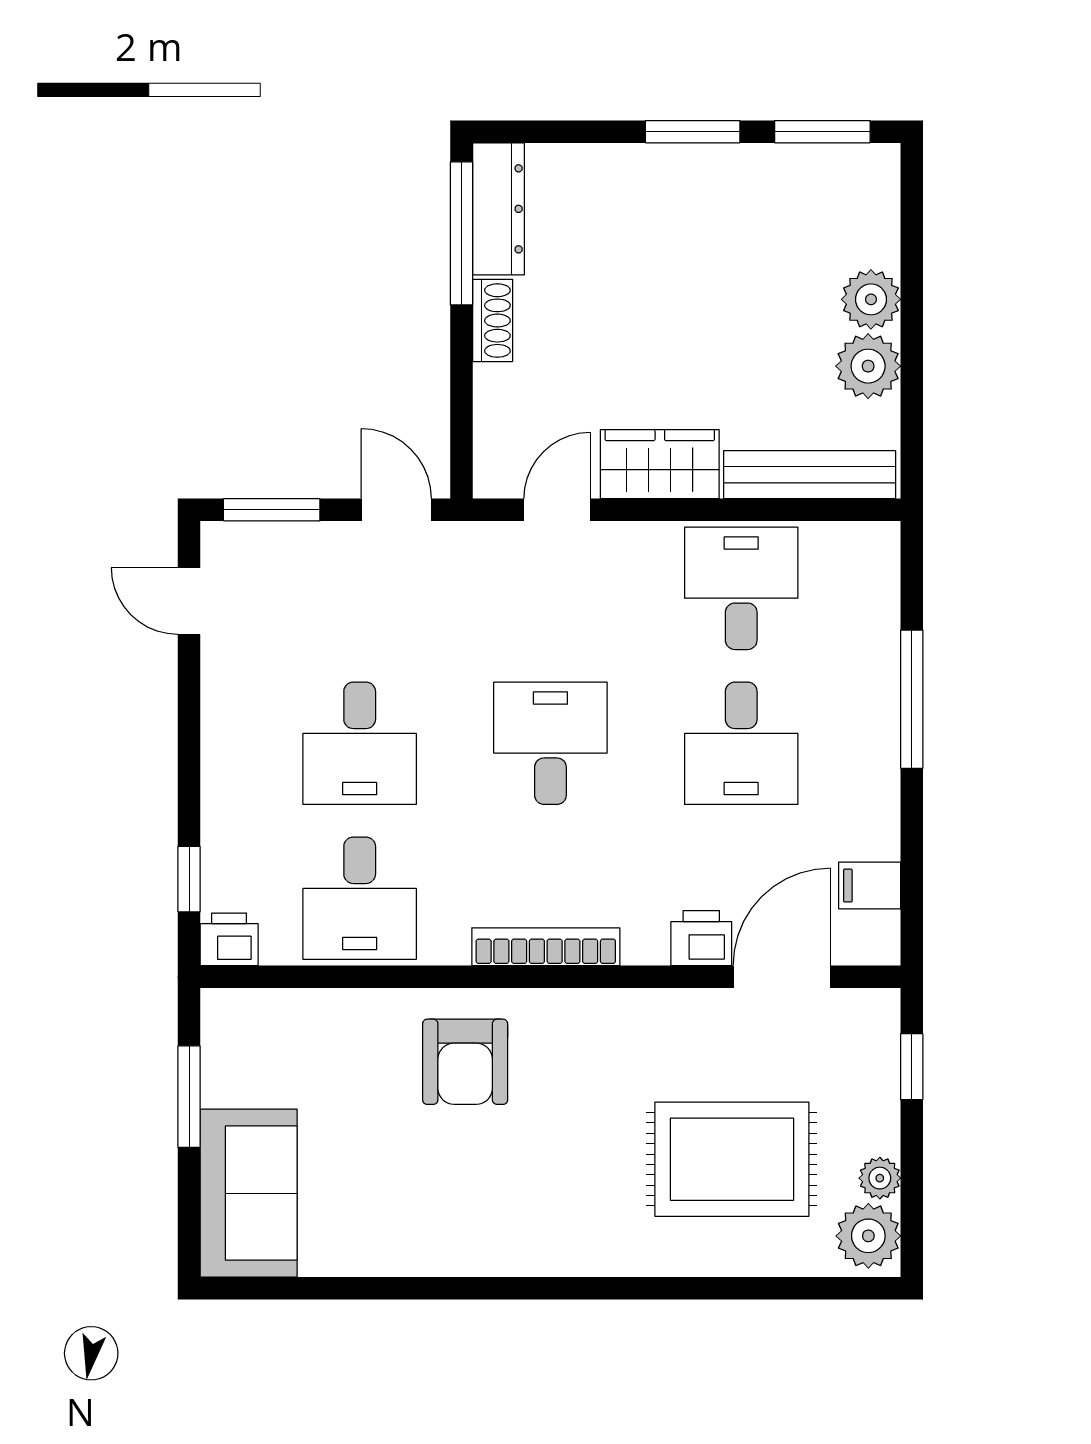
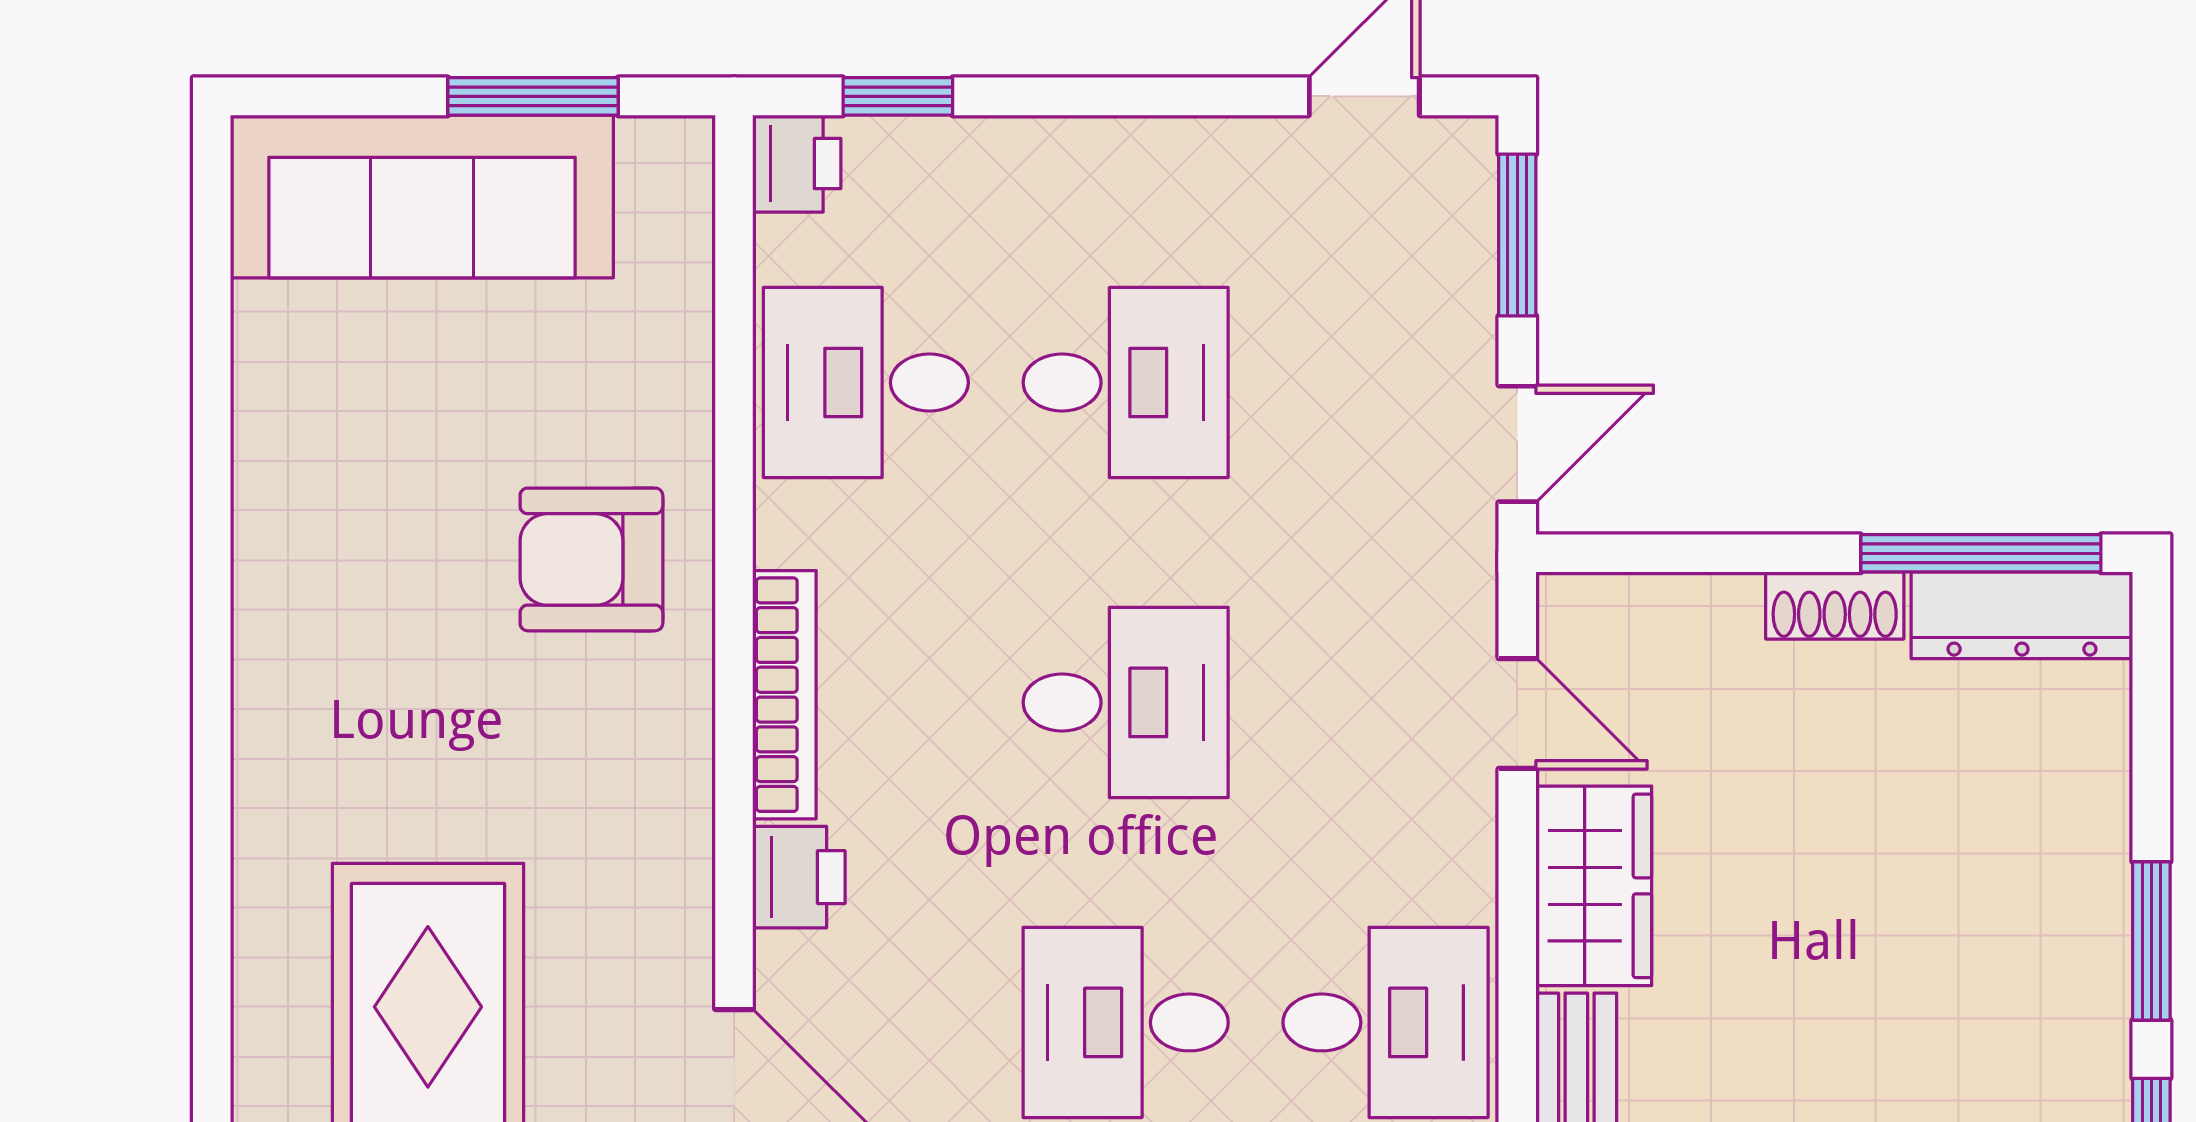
desk: (360, 743) -> (1126, 383), turned 180
printer: (701, 938) -> (799, 877), moved
sofa: (249, 1193) -> (422, 196), width x1.36

